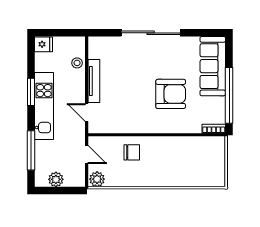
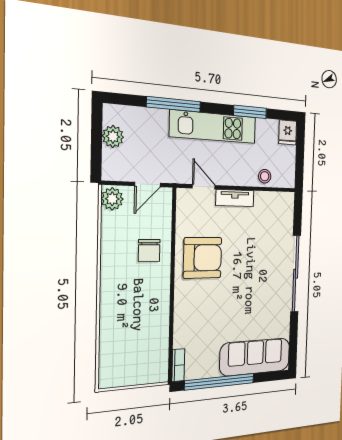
tv unit: (94, 81) -> (235, 198), width x0.71
window: (31, 92) -> (250, 112), moved
armchair: (171, 94) -> (203, 258), moved, turned -90
door: (87, 112) -> (204, 187), hinge flipped
window: (31, 150) -> (174, 104), moved

